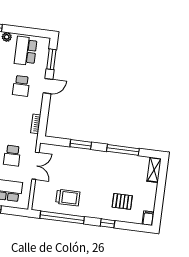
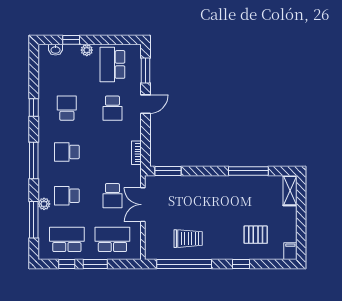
window: (81, 144) -> (168, 171), moved
double door: (35, 166) -> (143, 205), swing flipped

